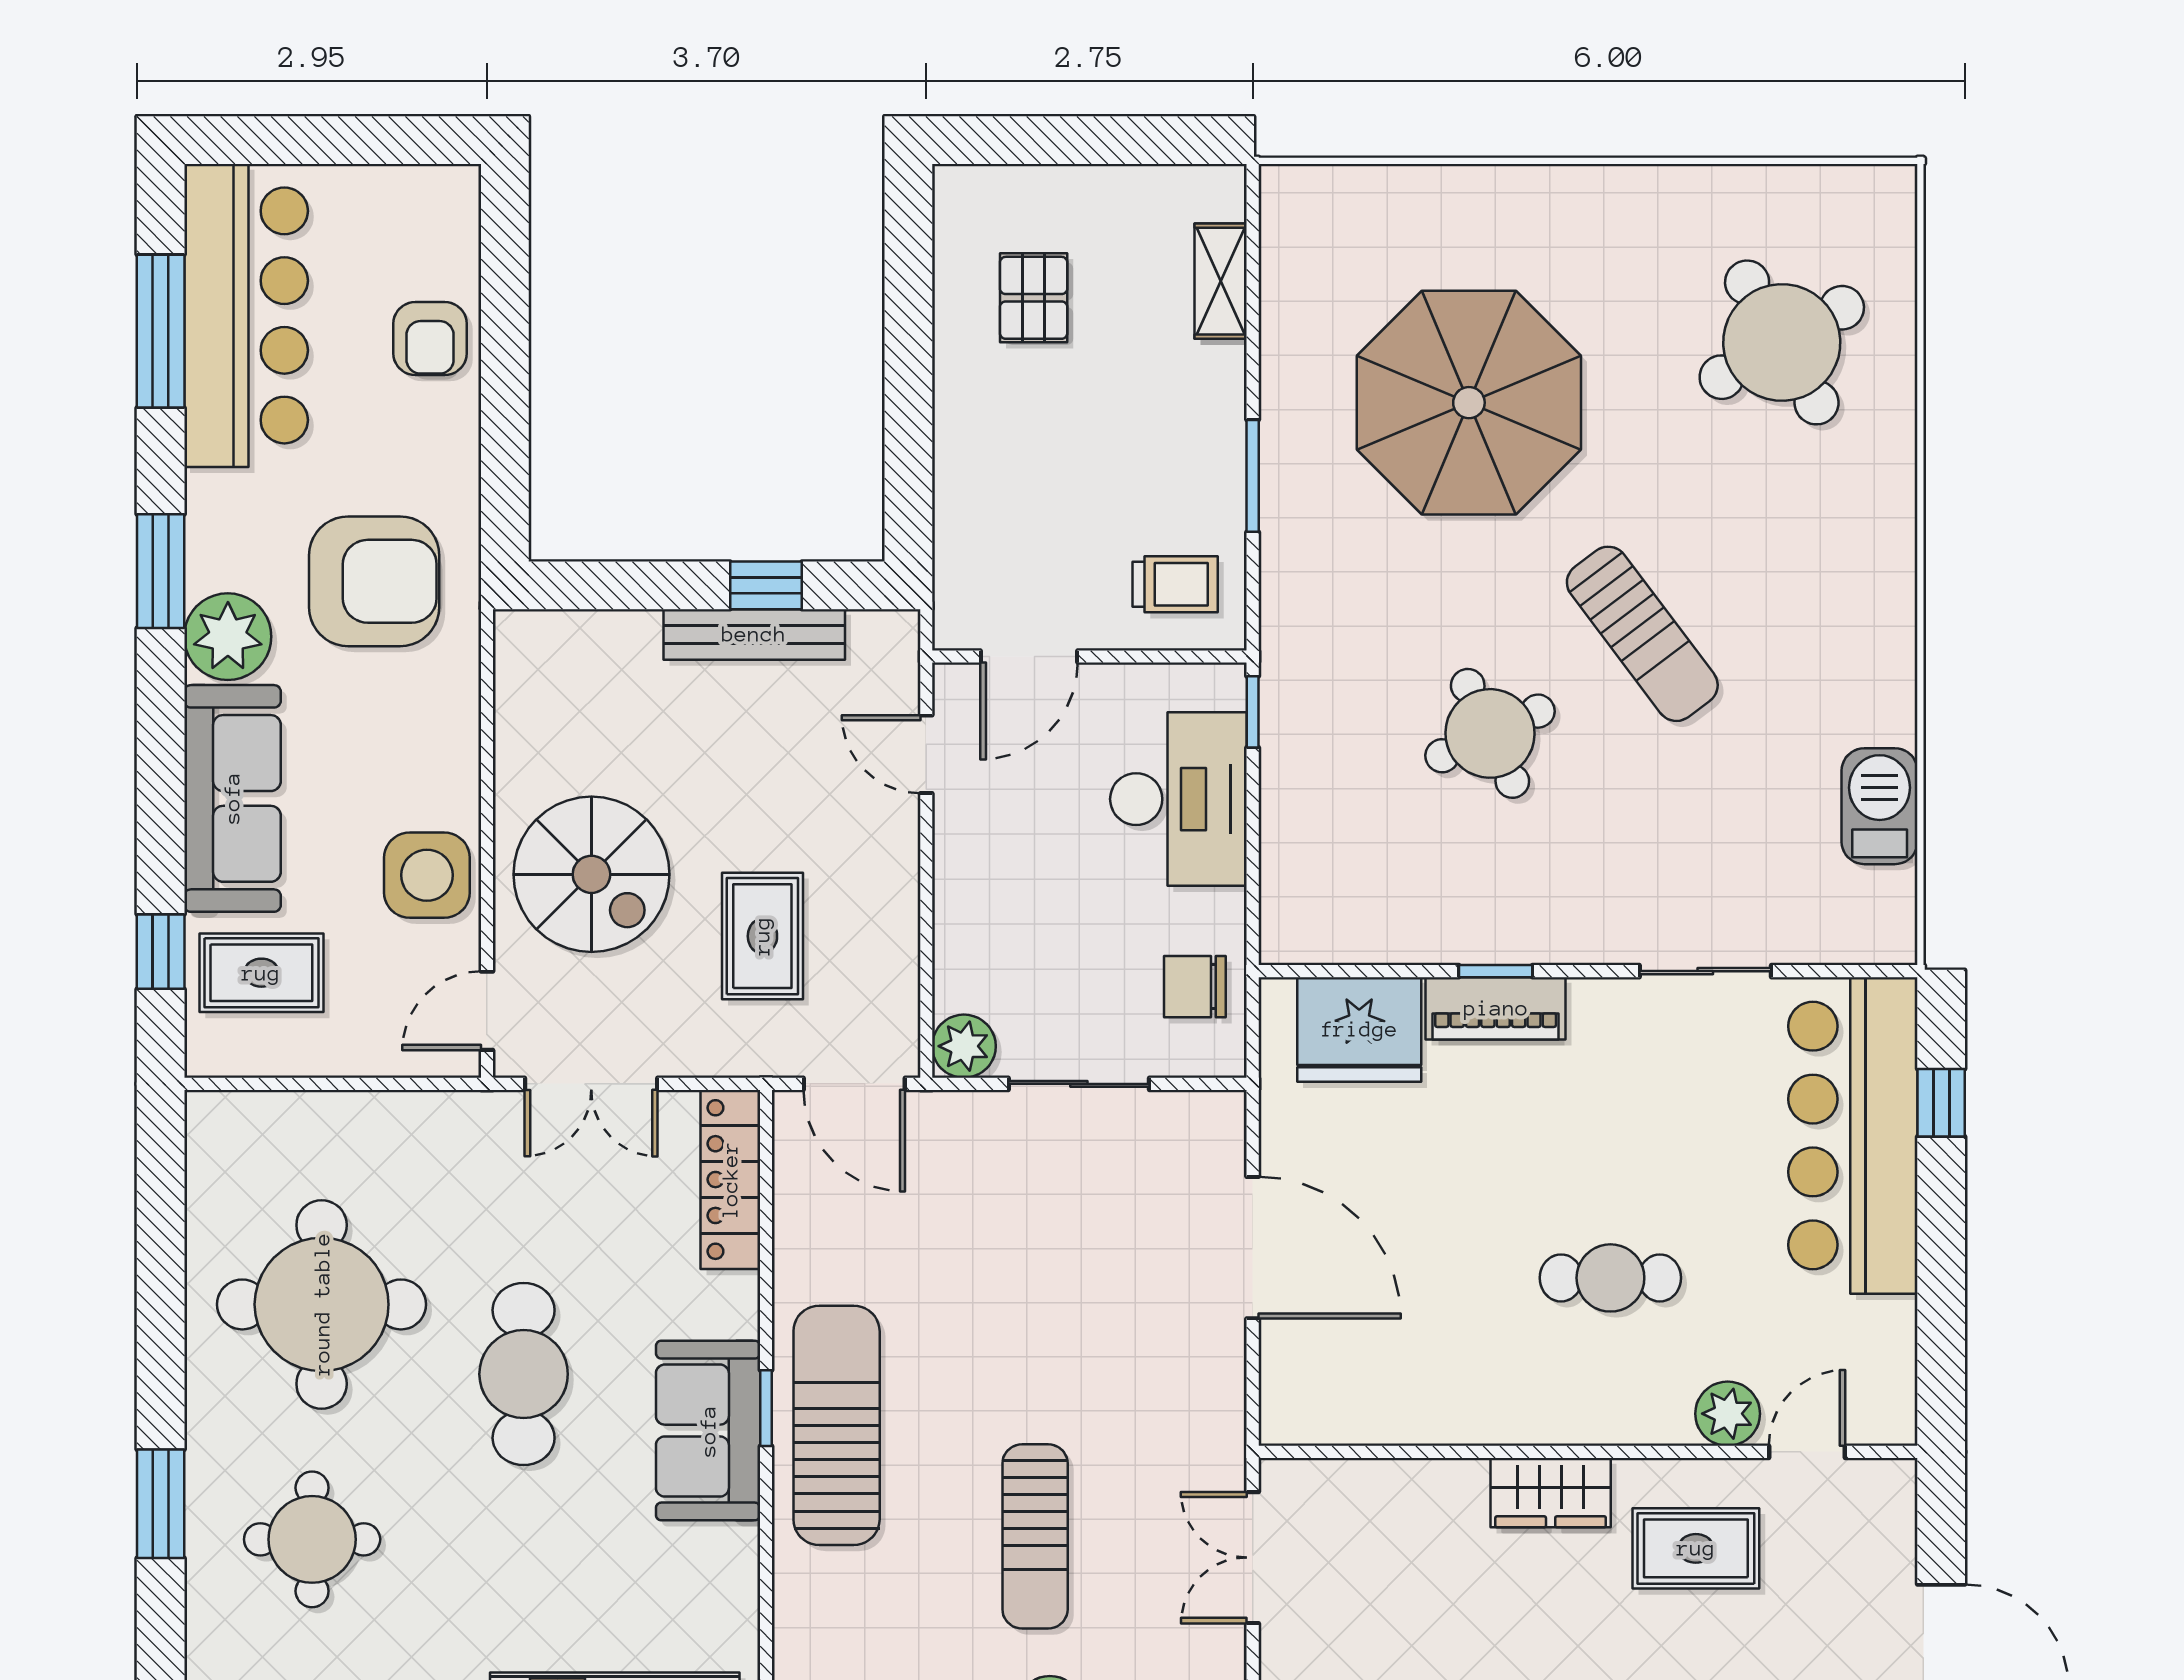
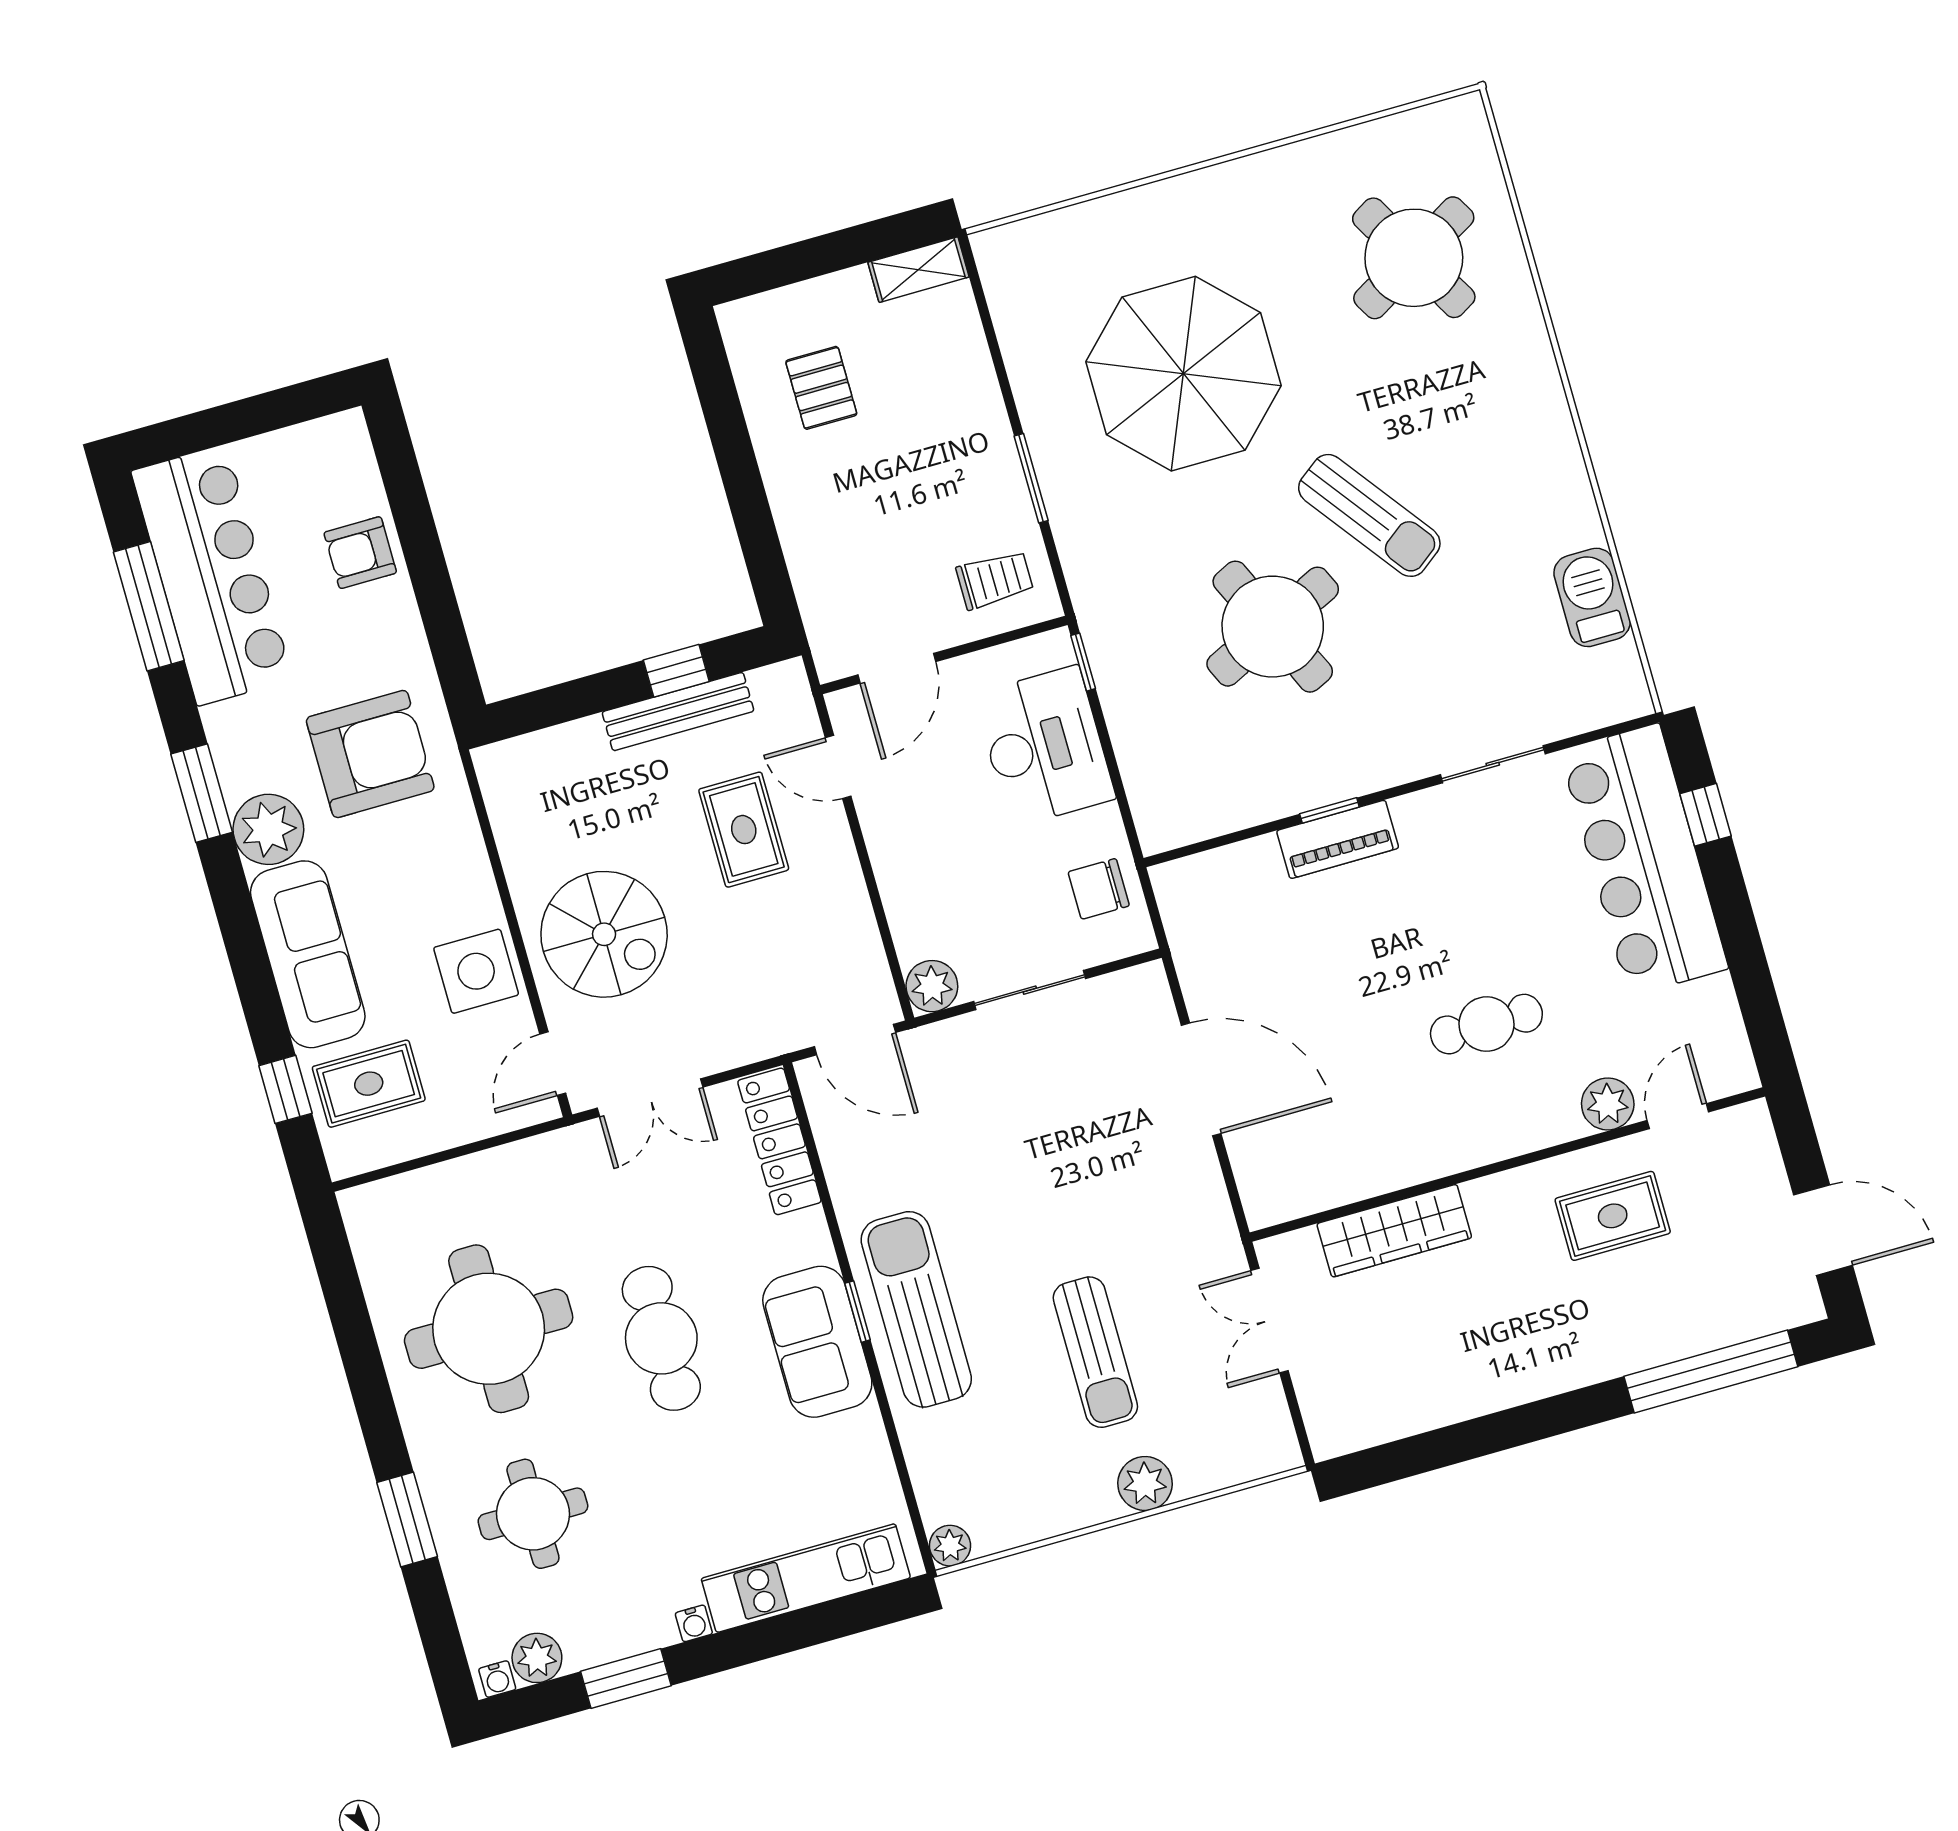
shelving: (1221, 281) -> (918, 270), moved, turned 90
armchair: (430, 339) -> (360, 553), turned 90
round table: (1490, 733) -> (1273, 627), width x1.36, depth x1.36
rug: (762, 936) -> (744, 830), moved
fridge: (1359, 1029) -> (1236, 886), removed
wardrobe: (1551, 1493) -> (1394, 1231), moved, width x1.50

